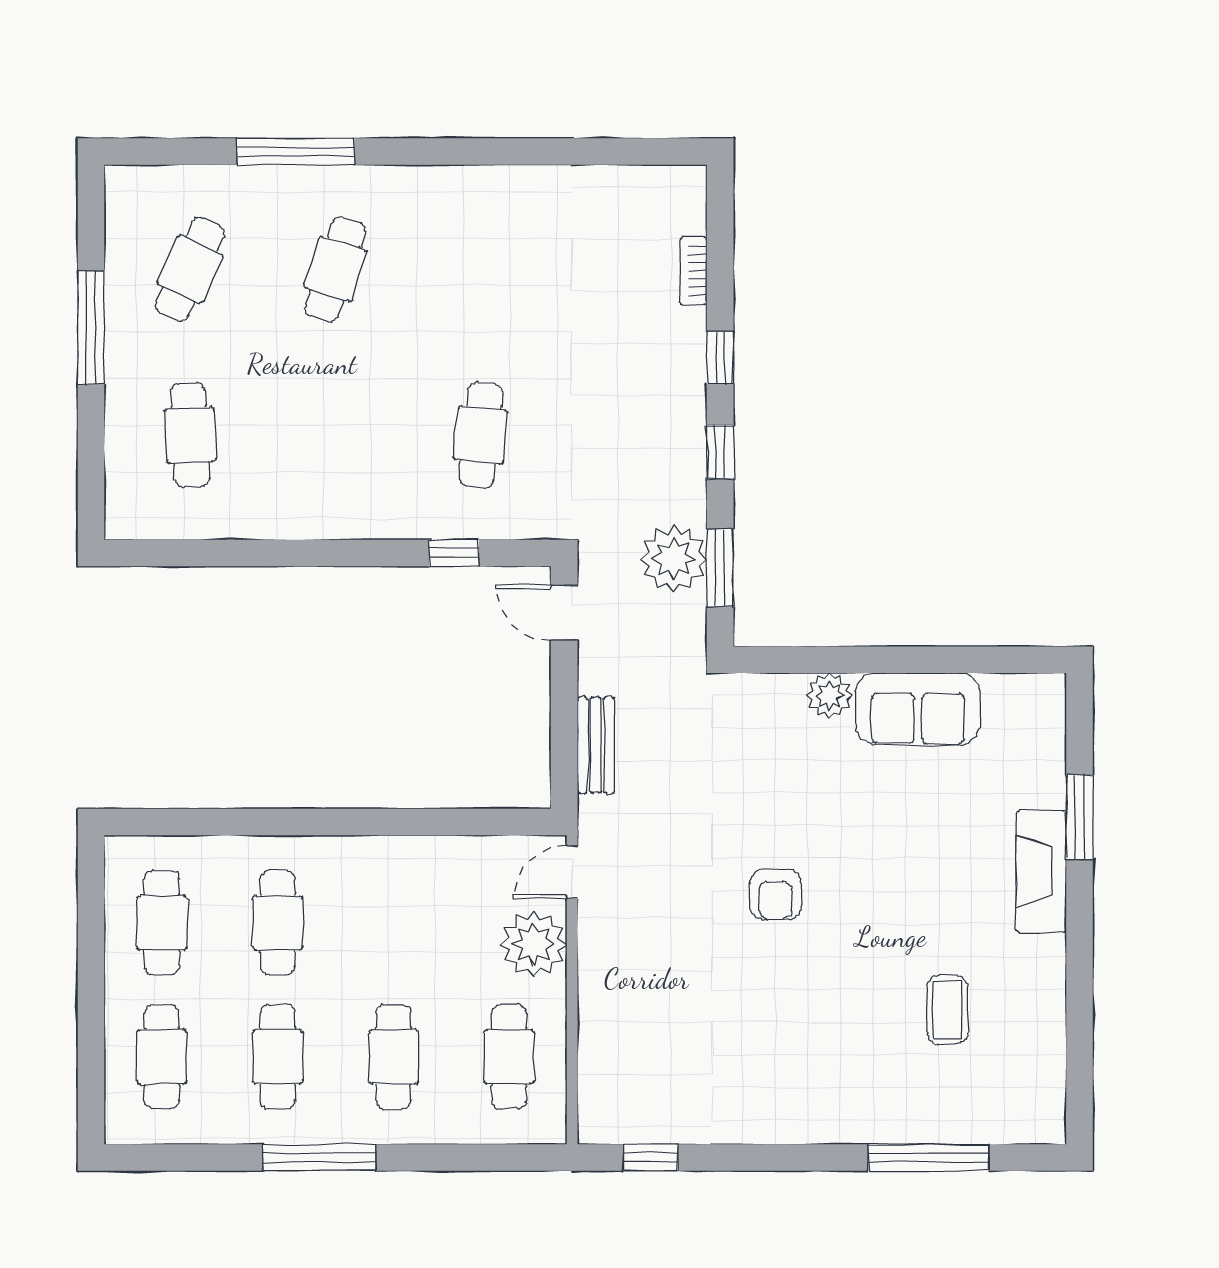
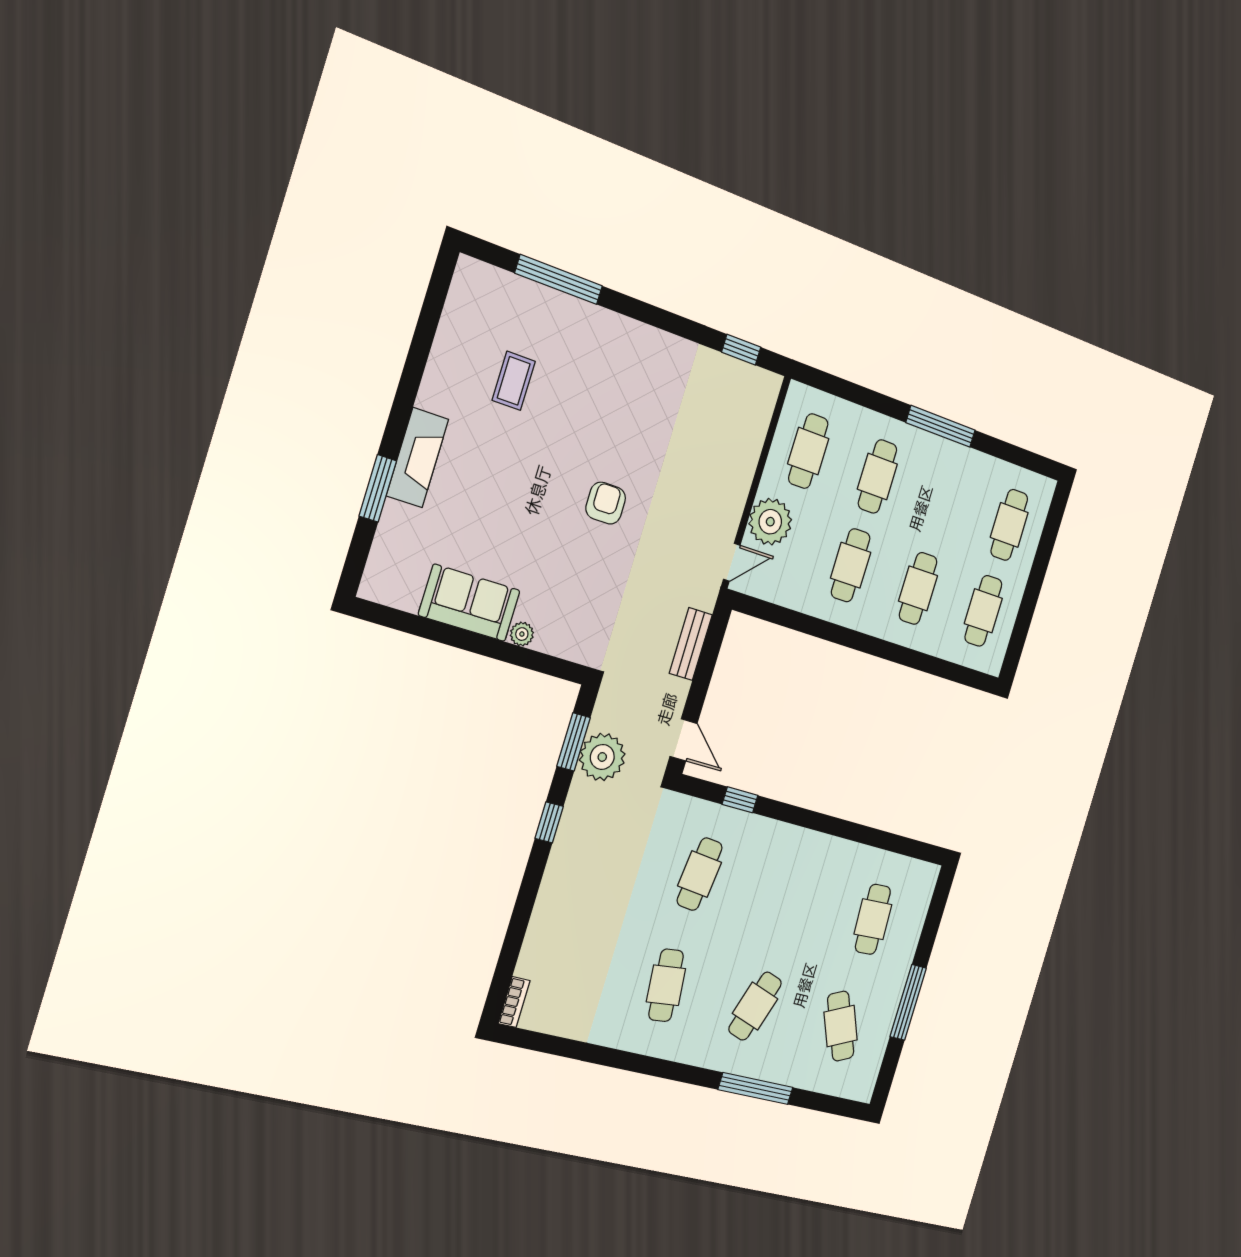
cafe table: (190, 269) -> (841, 1026), turned -48
cafe table: (481, 269) -> (666, 985), added
bookcase: (693, 271) -> (514, 1002), moved
window: (720, 358) -> (530, 888), removed
plant: (829, 696) -> (522, 634), width x0.73, depth x0.73
cafe table: (278, 1057) -> (851, 565), moved

